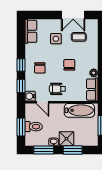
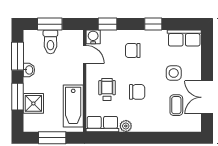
window: (21, 65) -> (153, 24), moved
wheelchair: (57, 89) -> (107, 89), moved
door: (43, 102) -> (85, 54), swing flipped
shower: (66, 139) -> (33, 103), moved

